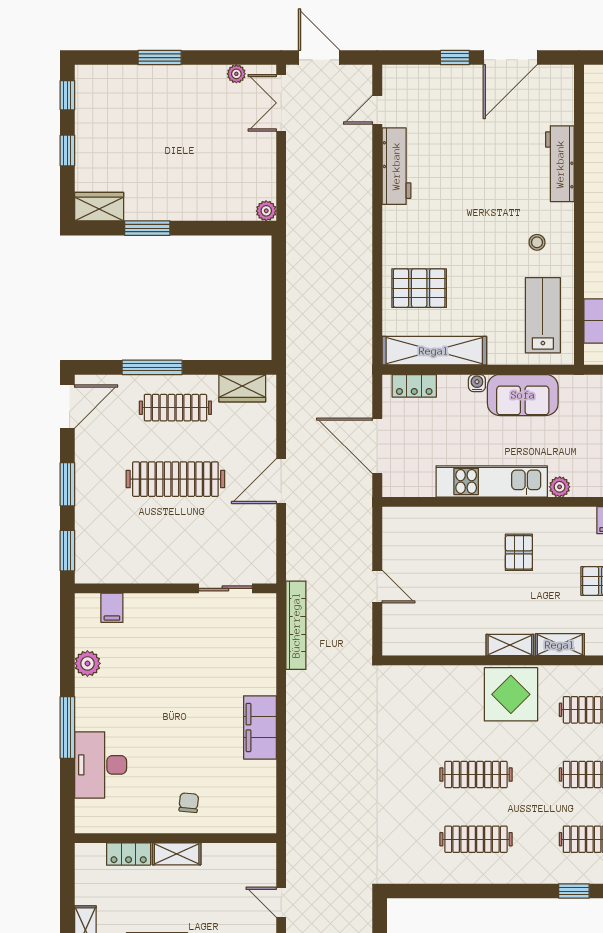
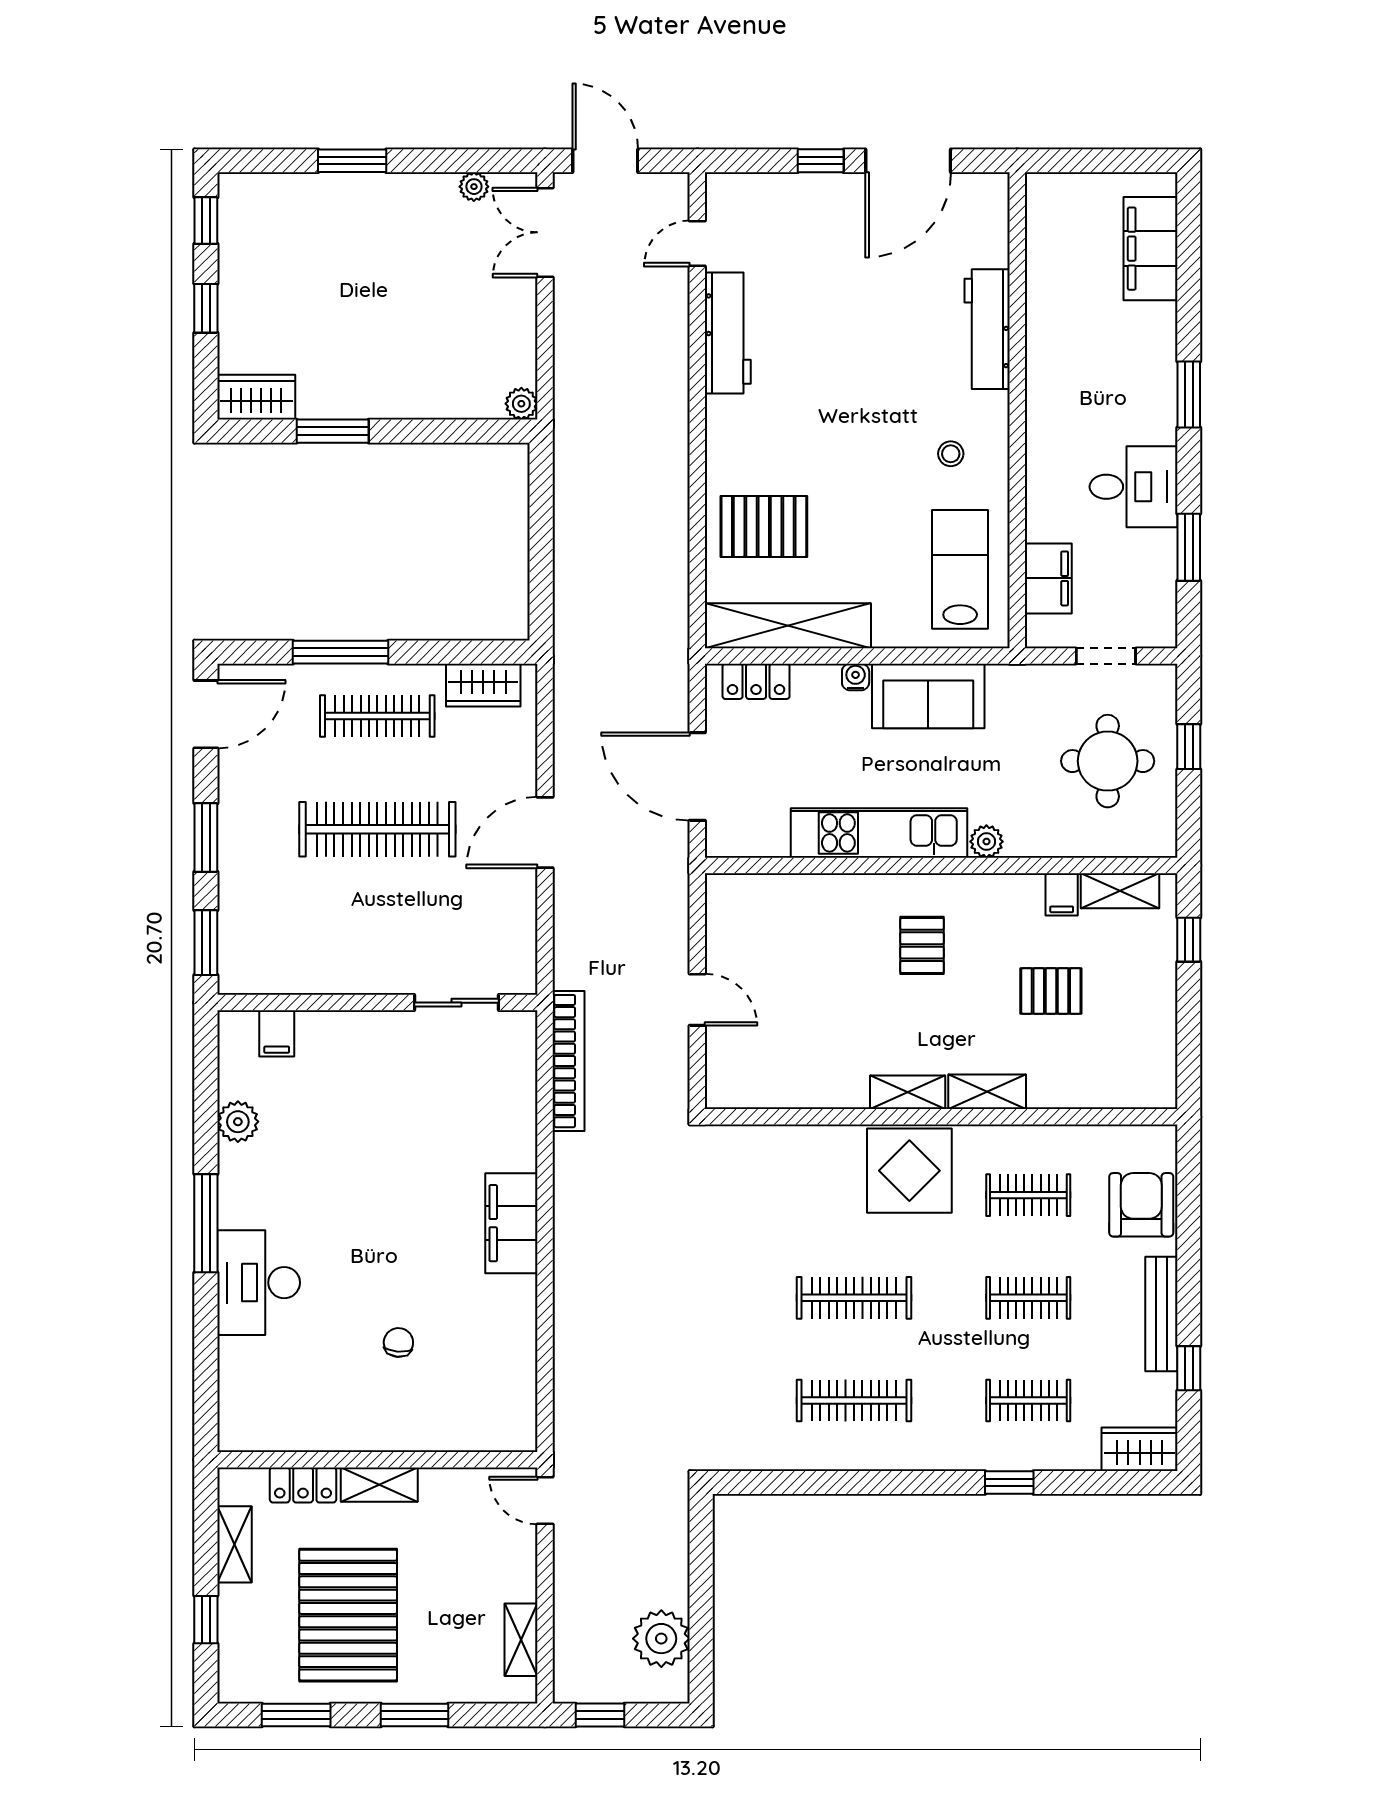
wall: (175, 838) -> (377, 1460), moved
locker: (129, 854) -> (303, 1485), moved
shelving: (177, 854) -> (379, 1485), moved

